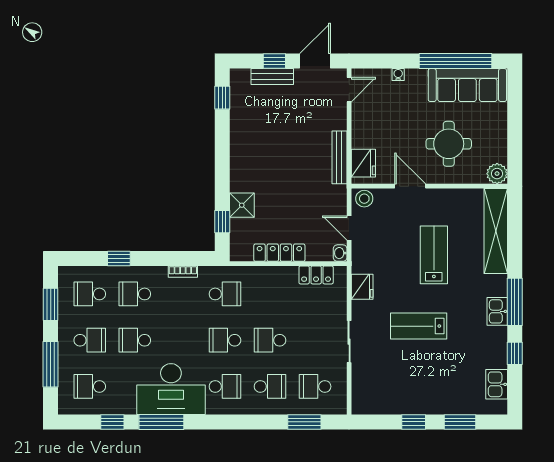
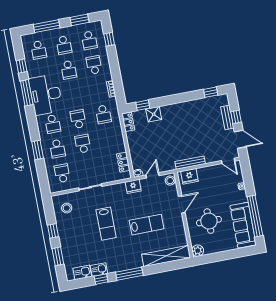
locker: (279, 253) -> (128, 122), moved, width x0.66
window: (119, 258) -> (109, 39), moved
fridge: (362, 287) -> (133, 186), moved
school desk: (90, 294) -> (89, 40), turned 180
kitchen sink: (497, 311) -> (99, 270), moved
lab bench: (419, 326) -> (106, 224), turned 180
school desk: (135, 340) -> (69, 70), turned 180
school desk: (90, 386) -> (39, 50), turned 180
stool: (378, 390) -> (67, 208), added
window: (304, 422) -> (38, 150), moved

